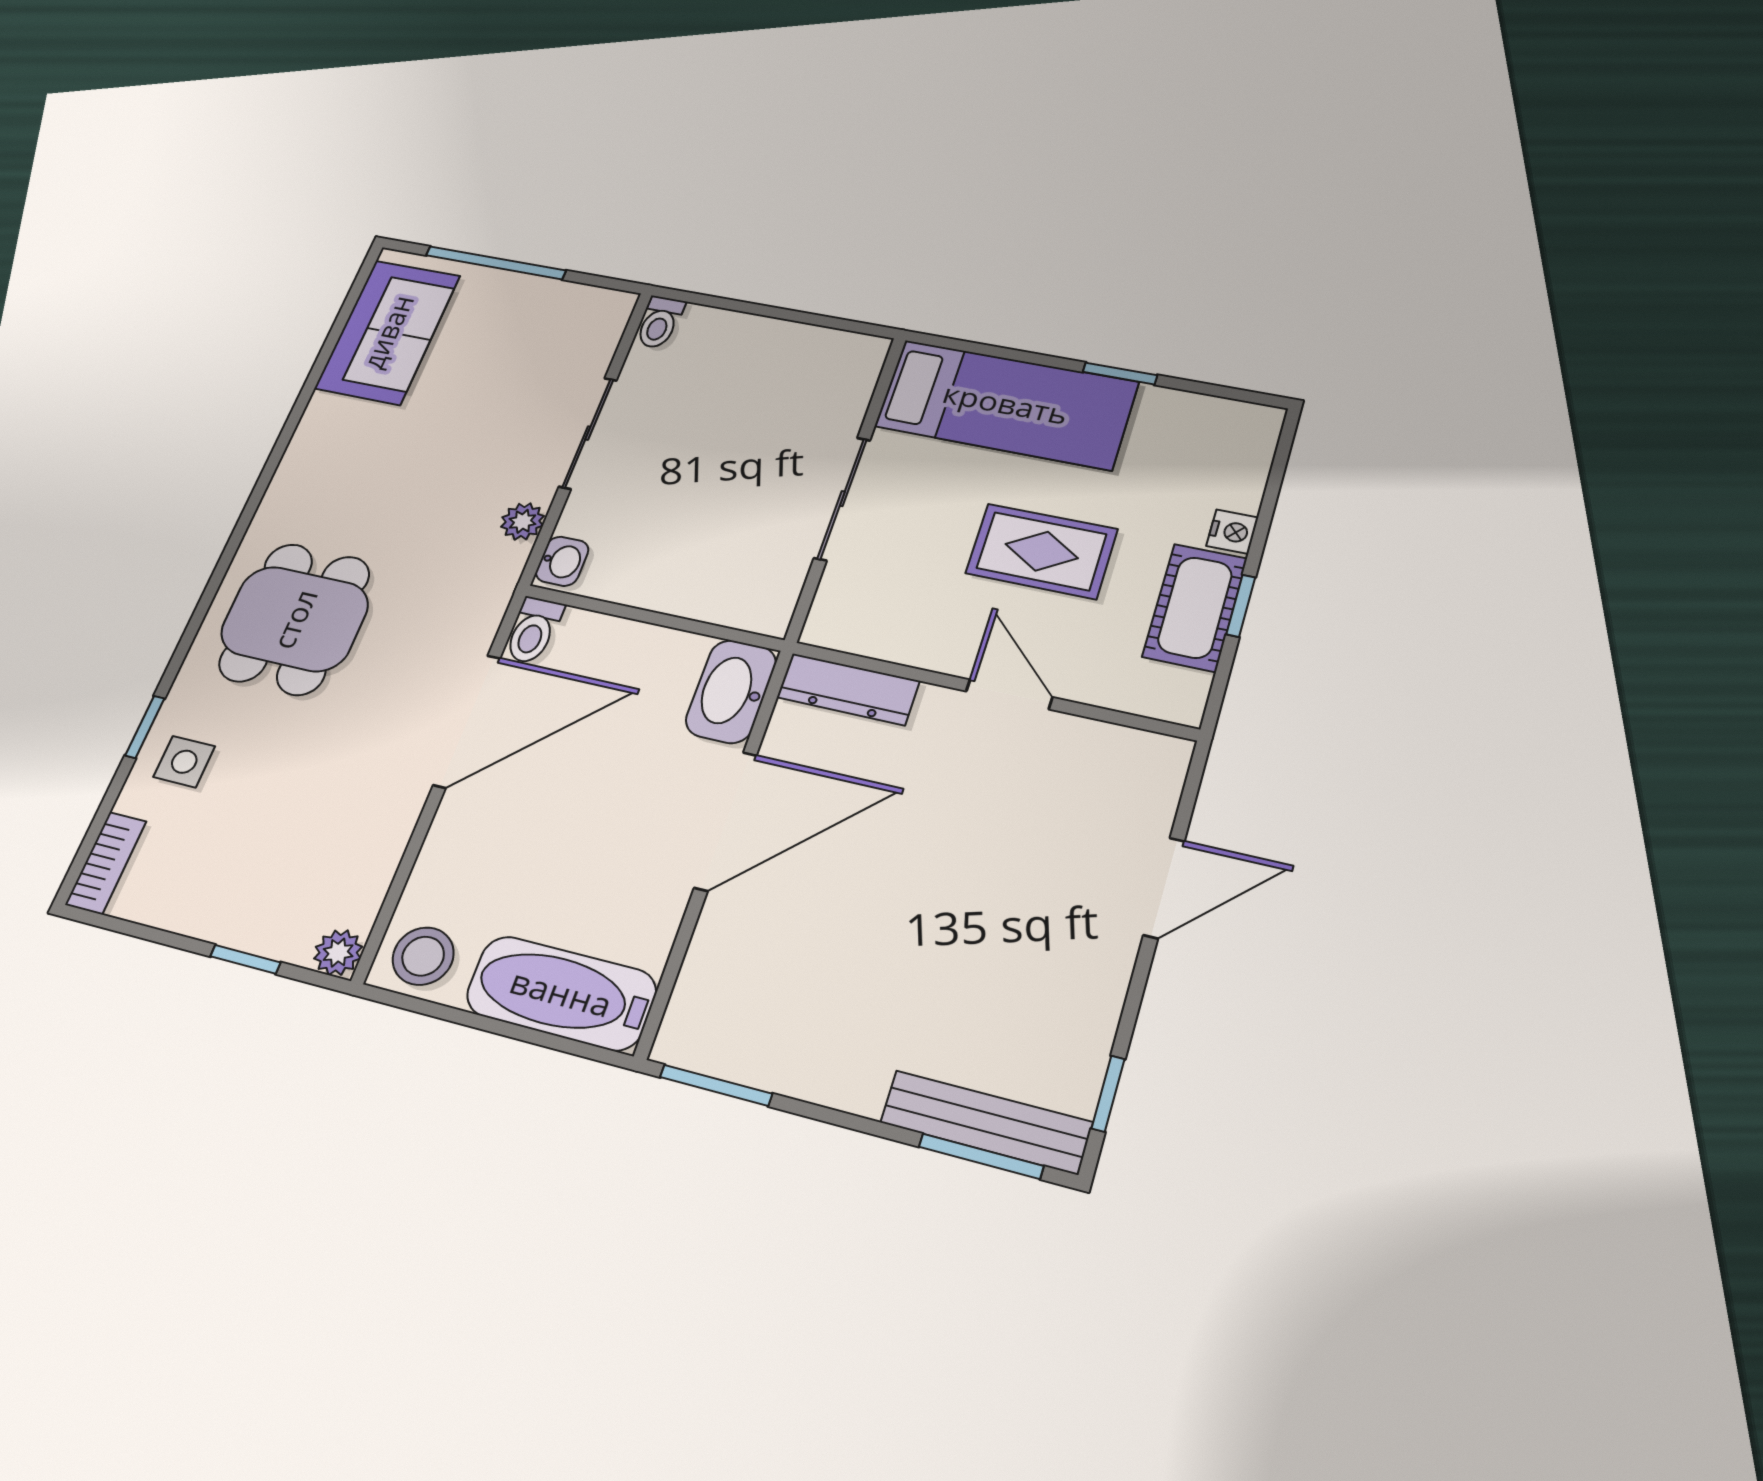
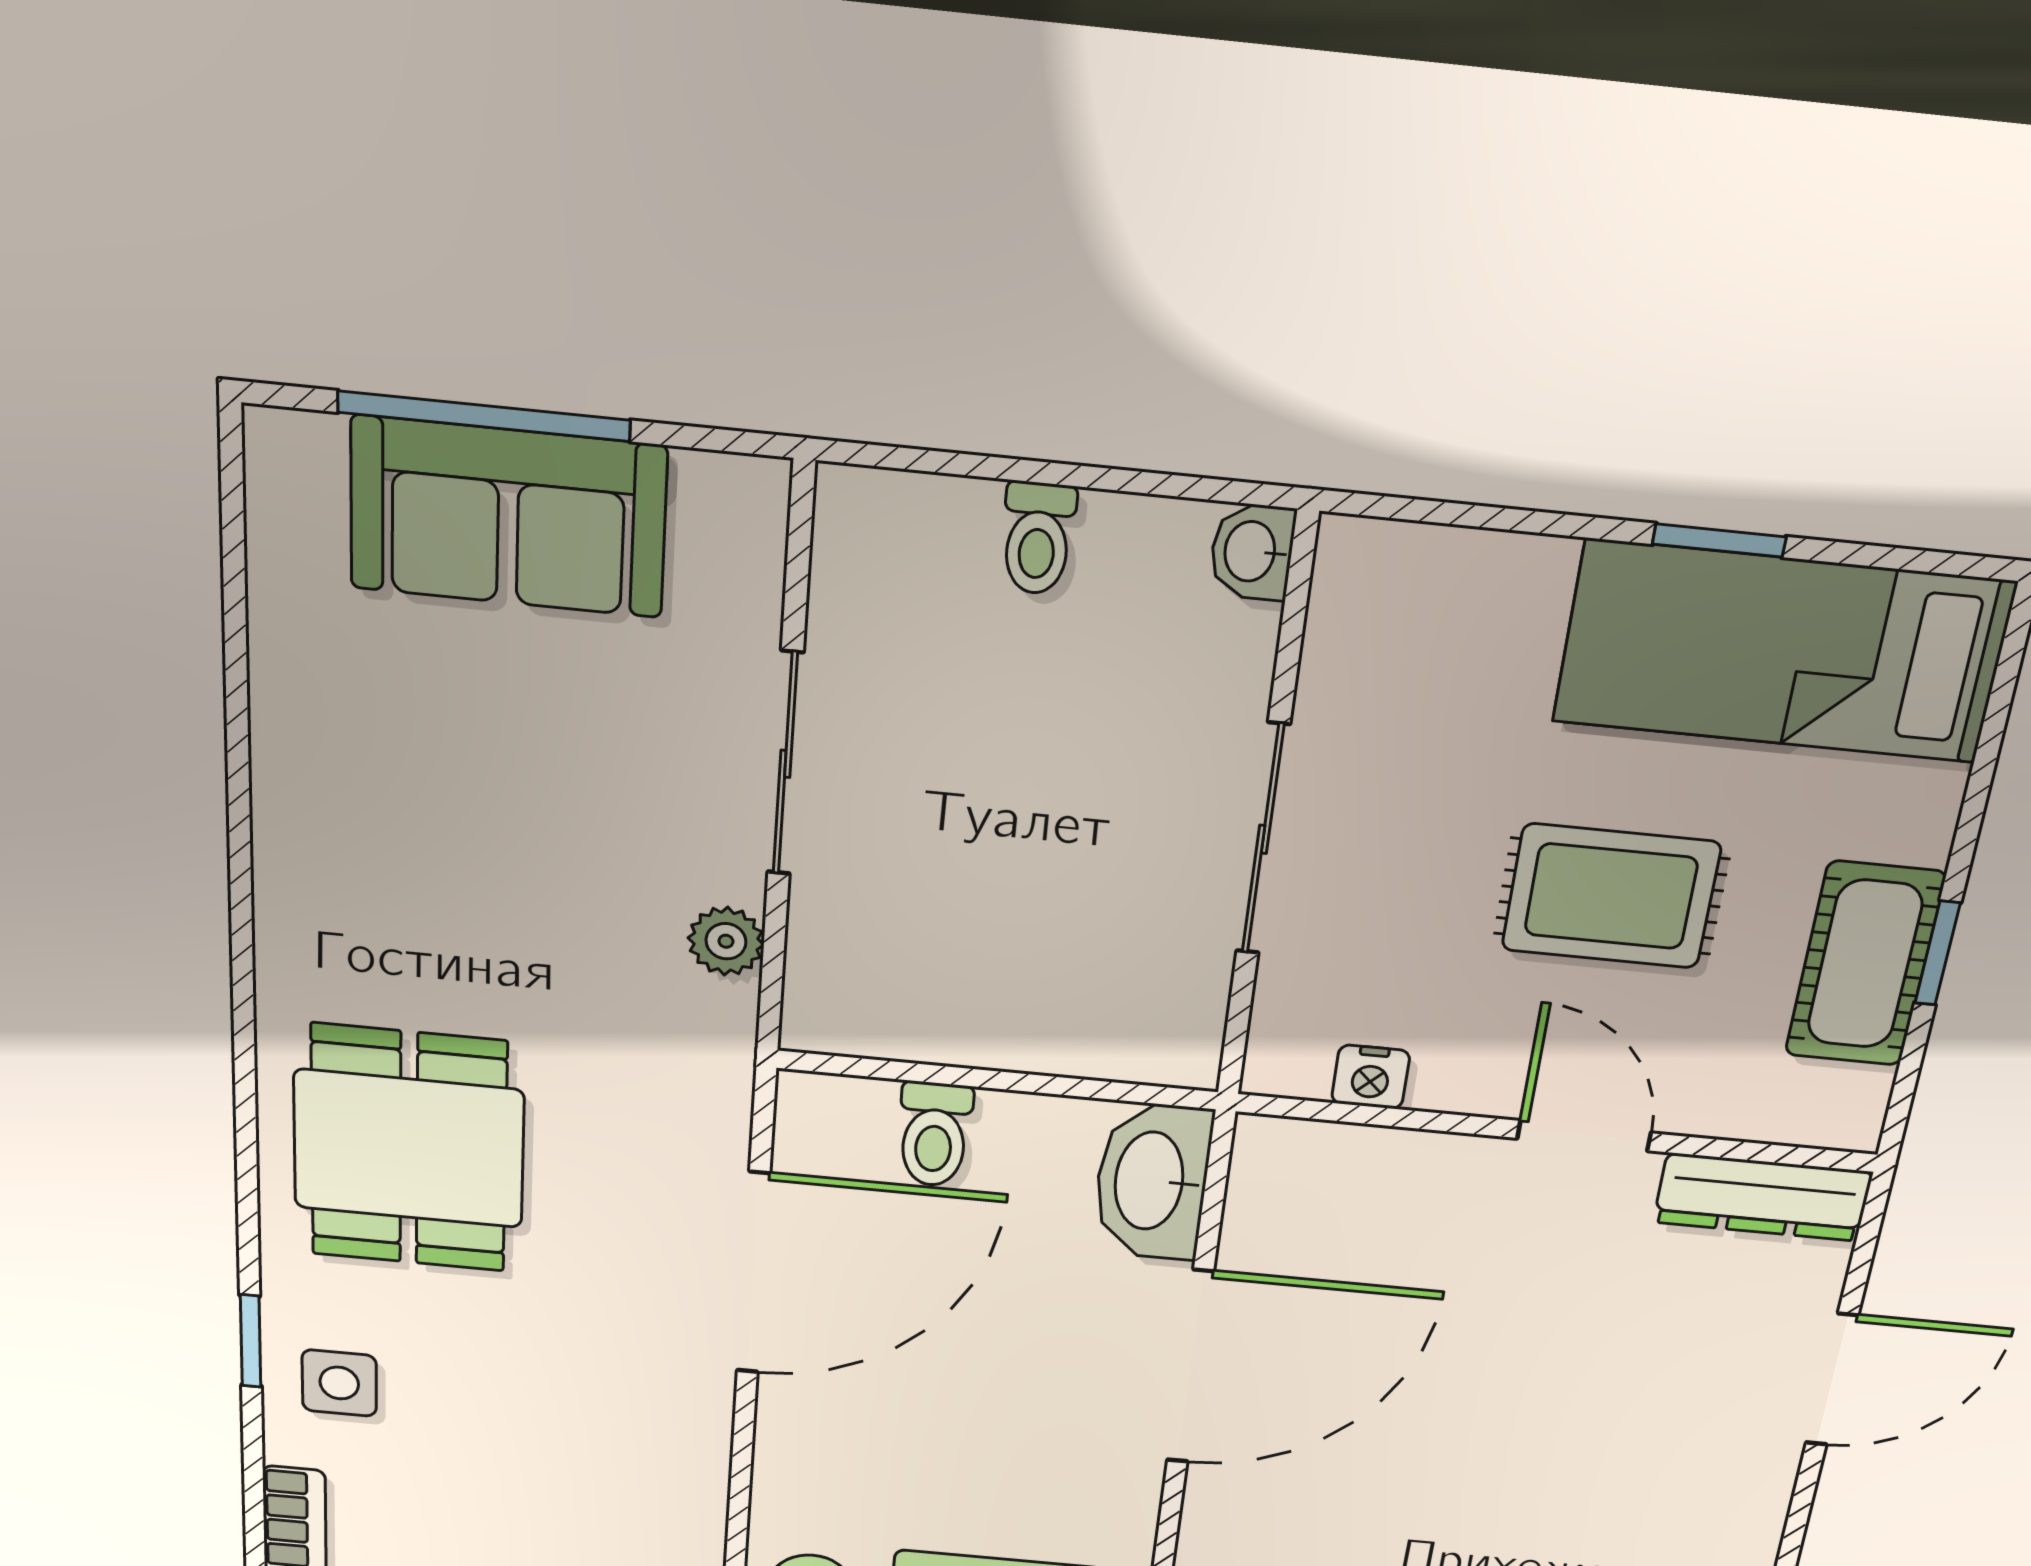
toilet: (660, 322) -> (1038, 538), moved
sofa: (388, 332) -> (508, 517), moved, turned 90
bed: (1006, 404) -> (1783, 652), moved, turned 180
nightstand: (1232, 532) -> (1371, 1077), moved, turned 90
washbasin: (562, 561) -> (1252, 552), moved, turned 180
toilet: (533, 630) -> (934, 1134), moved
dresser: (848, 689) -> (1763, 1197), moved

